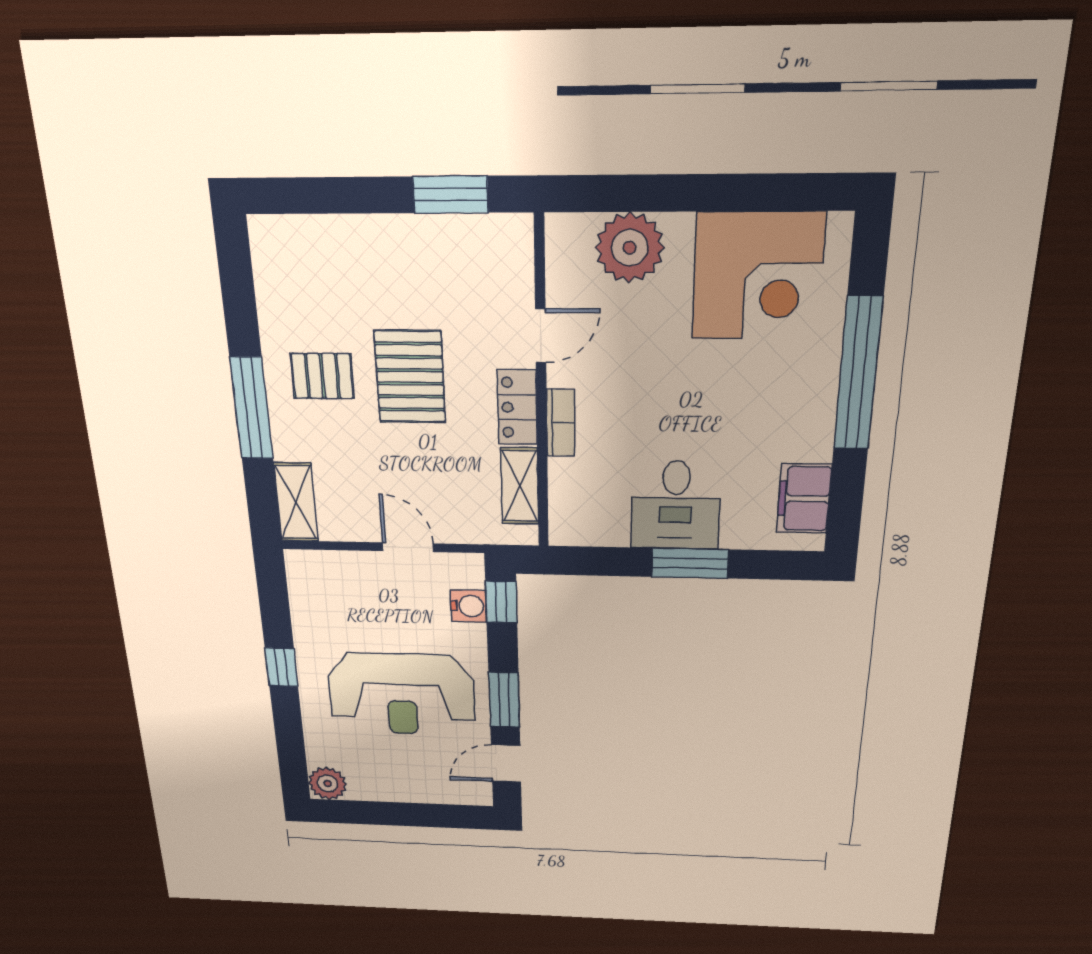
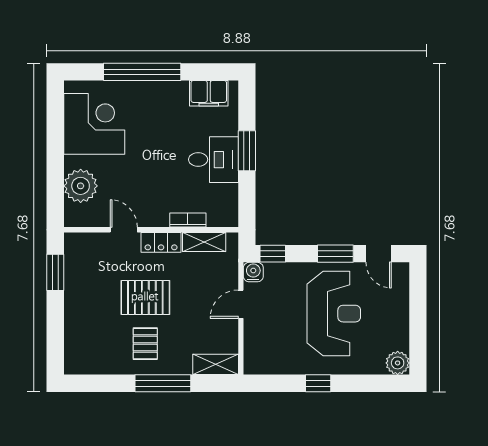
bookcase: (561, 423) -> (188, 220), moved
water cooler: (469, 606) -> (253, 272), moved

